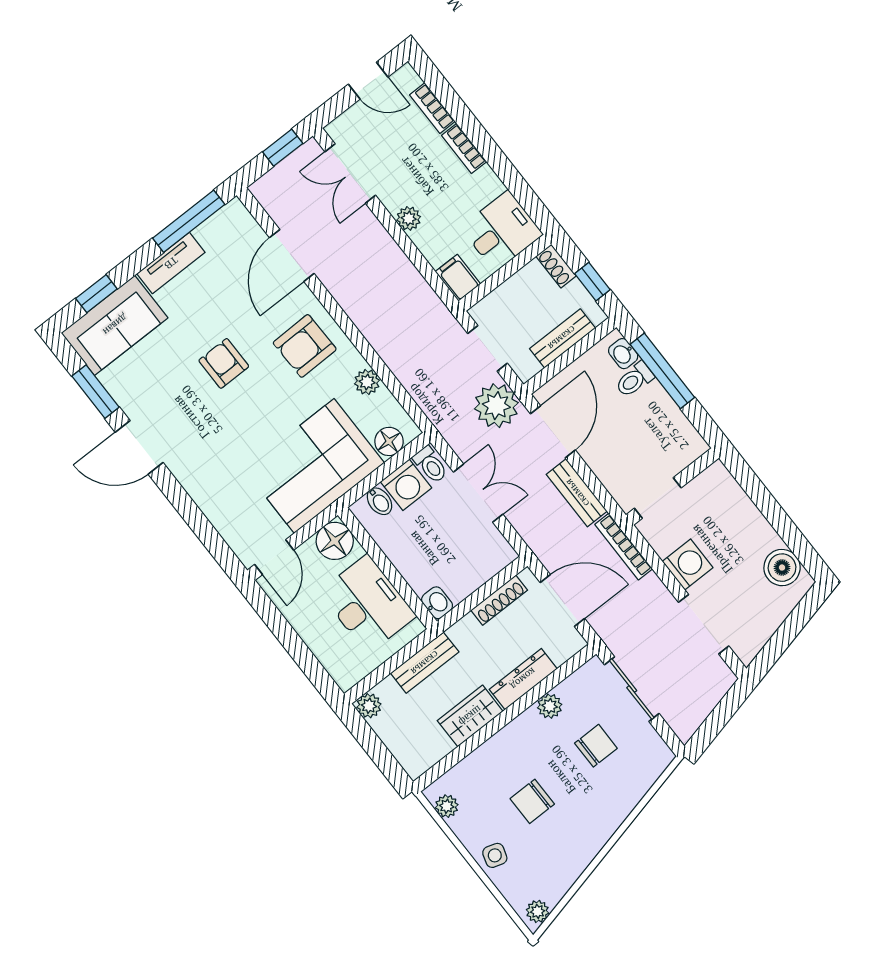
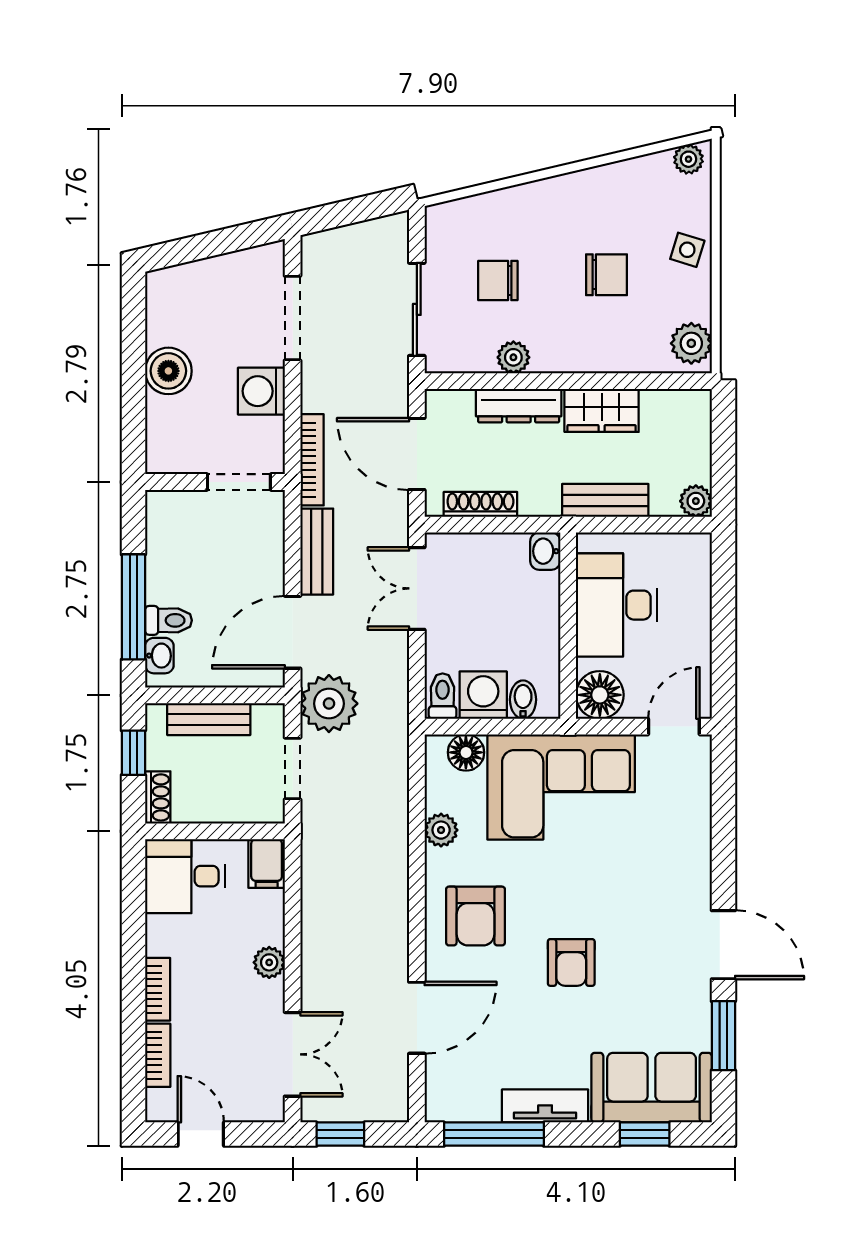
armchair: (305, 346) -> (475, 916), turned 91
double door: (478, 493) -> (417, 588), moved
boiler: (782, 568) -> (168, 371), moved
plant: (447, 806) -> (691, 343), width x1.38, depth x1.38

